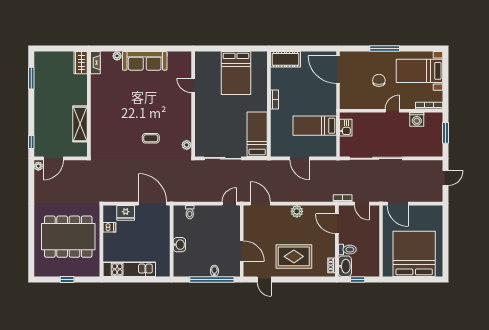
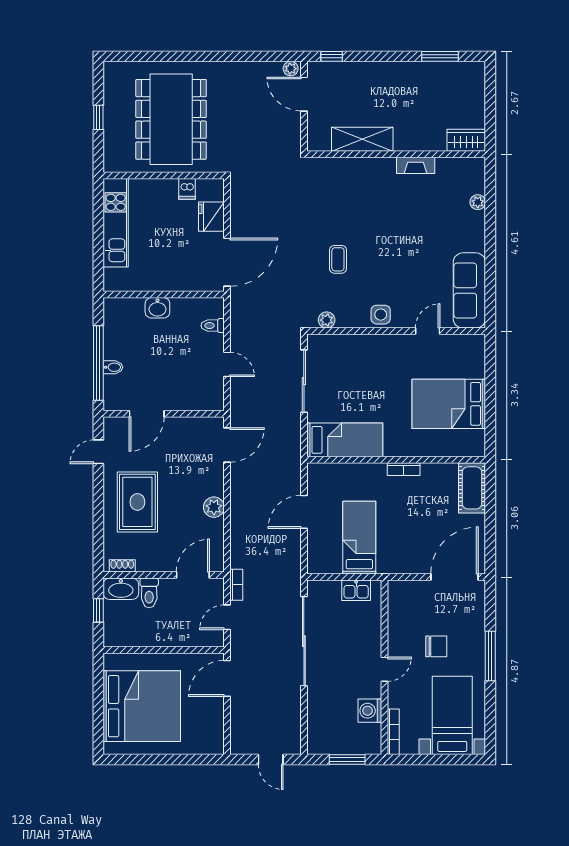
sofa: (145, 61) -> (469, 290), moved
fireplace: (95, 63) -> (416, 165), moved
door: (392, 111) -> (385, 669), hinge flipped
side table: (183, 113) -> (381, 315), added
door: (229, 204) -> (227, 364), moved

